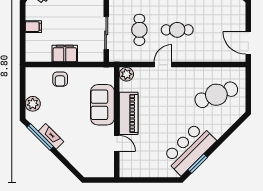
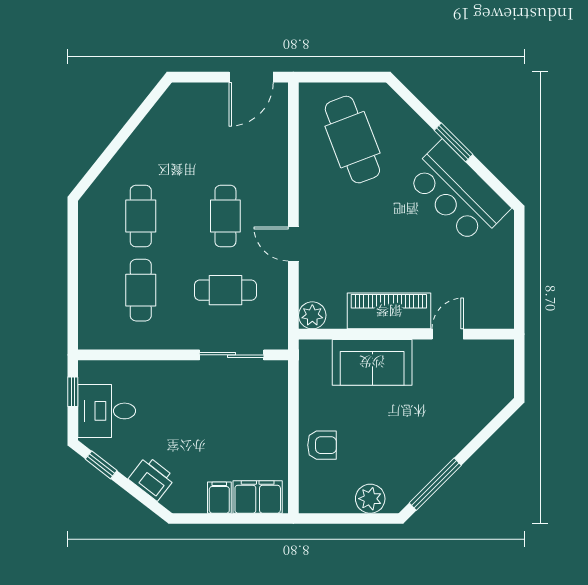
filing cabinet: (65, 54) -> (258, 497), moved, turned 90
fireplace: (51, 136) -> (434, 463), removed
window: (198, 164) -> (454, 142), moved

